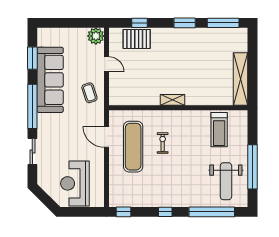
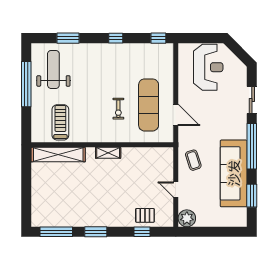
pallet: (137, 39) -> (145, 215), width x0.67, depth x0.71
shelving: (240, 79) -> (58, 155), moved, turned 90
window: (212, 212) -> (68, 38), width x0.47

